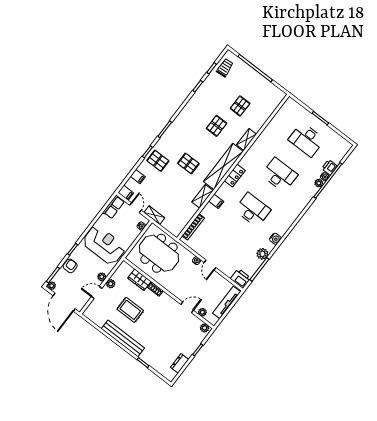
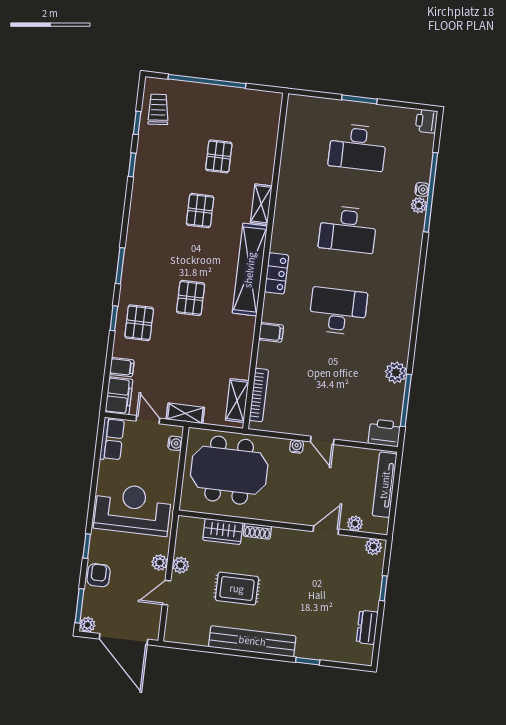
pallet: (158, 161) -> (139, 323), turned 90
pallet: (188, 163) -> (191, 298), turned 90
printer: (329, 167) -> (426, 121), moved
desk: (280, 175) -> (348, 229), turned 180
filing cabinet: (126, 193) -> (119, 396), width x2.00
shelving: (203, 196) -> (237, 400), moved
water cooler: (275, 239) -> (402, 336), removed

